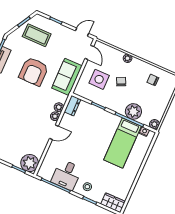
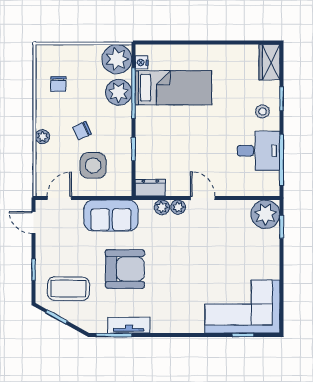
coffee table: (37, 35) -> (68, 289), turned 90
plant: (154, 124) -> (117, 59), width x1.87, depth x1.87

